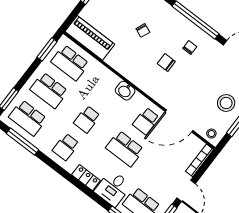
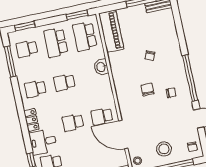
washbasin: (125, 91) -> (101, 67), moved
school desk: (28, 118) -> (27, 49), width x0.54
school desk: (125, 149) -> (73, 123), width x0.54

